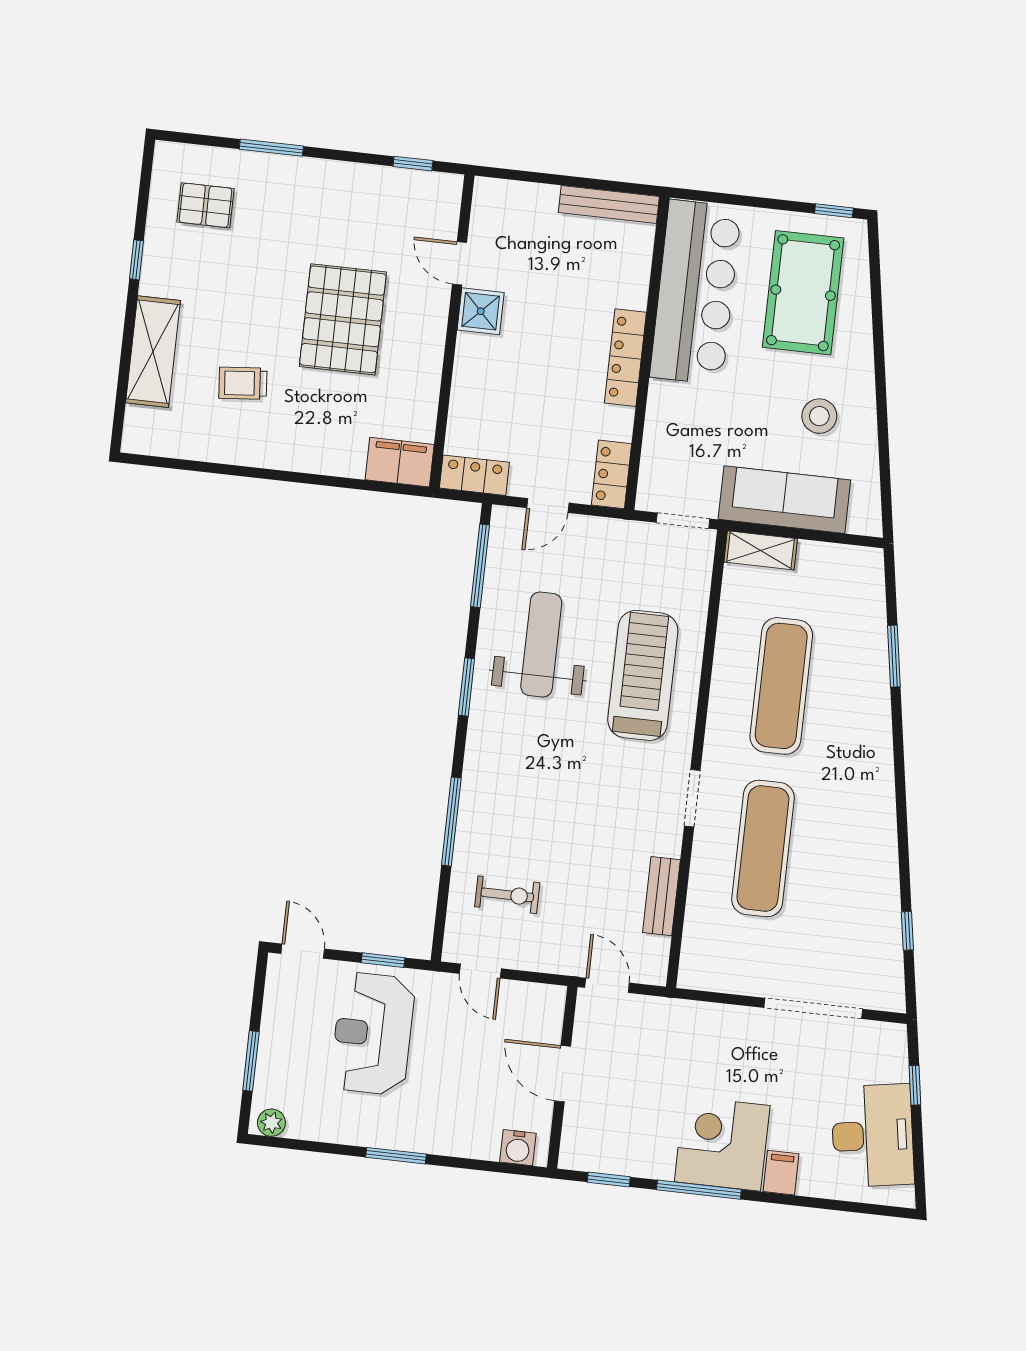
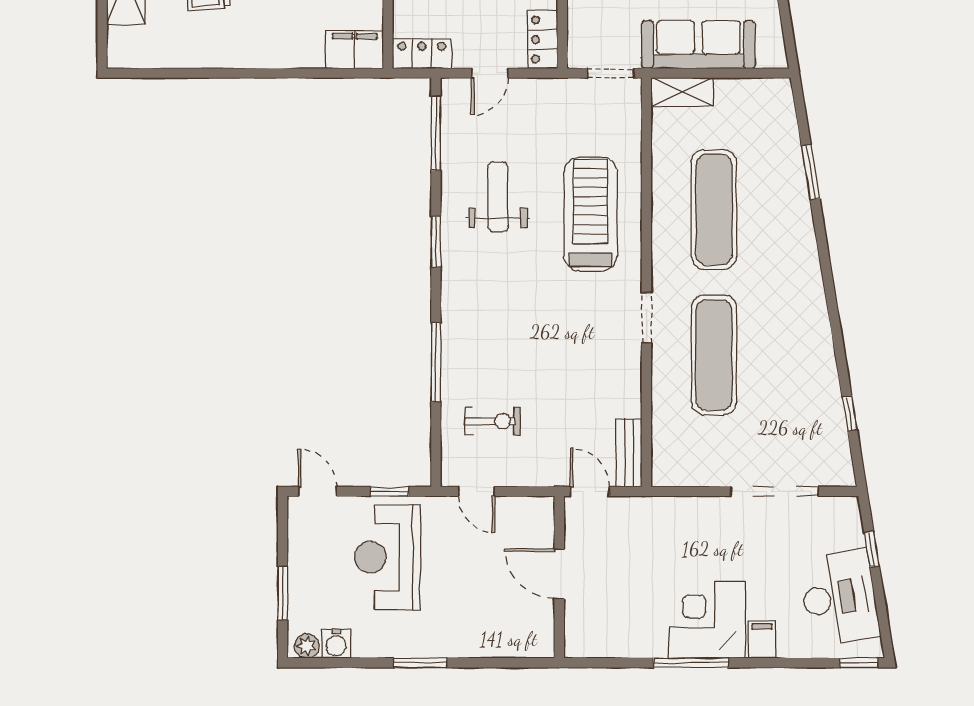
weight bench: (541, 645) -> (498, 197), width x0.73, depth x0.75
bench: (661, 896) -> (629, 453), moved
water cooler: (518, 1148) -> (336, 644), moved
window: (609, 1180) -> (859, 663), moved

